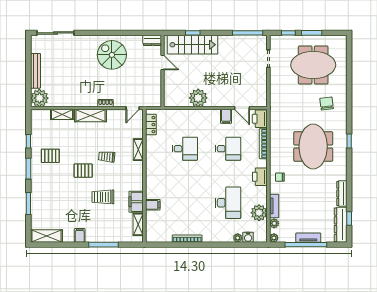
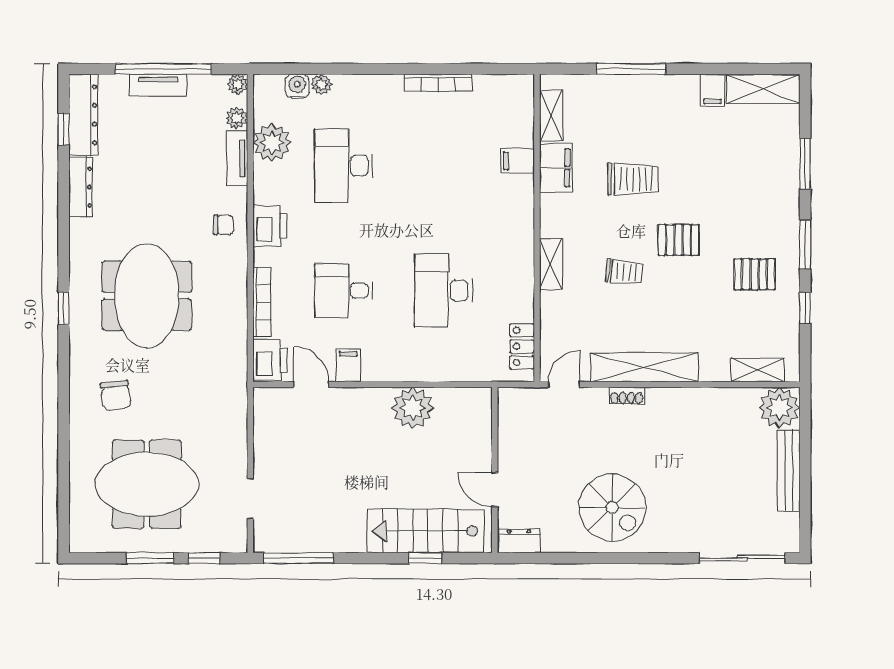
shelving: (62, 114) -> (757, 370), moved
shelving: (90, 116) -> (644, 367), width x1.47
desk: (185, 149) -> (444, 291), width x1.37
shelving: (138, 150) -> (551, 264), moved
filing cabinet: (80, 235) -> (712, 90), moved

